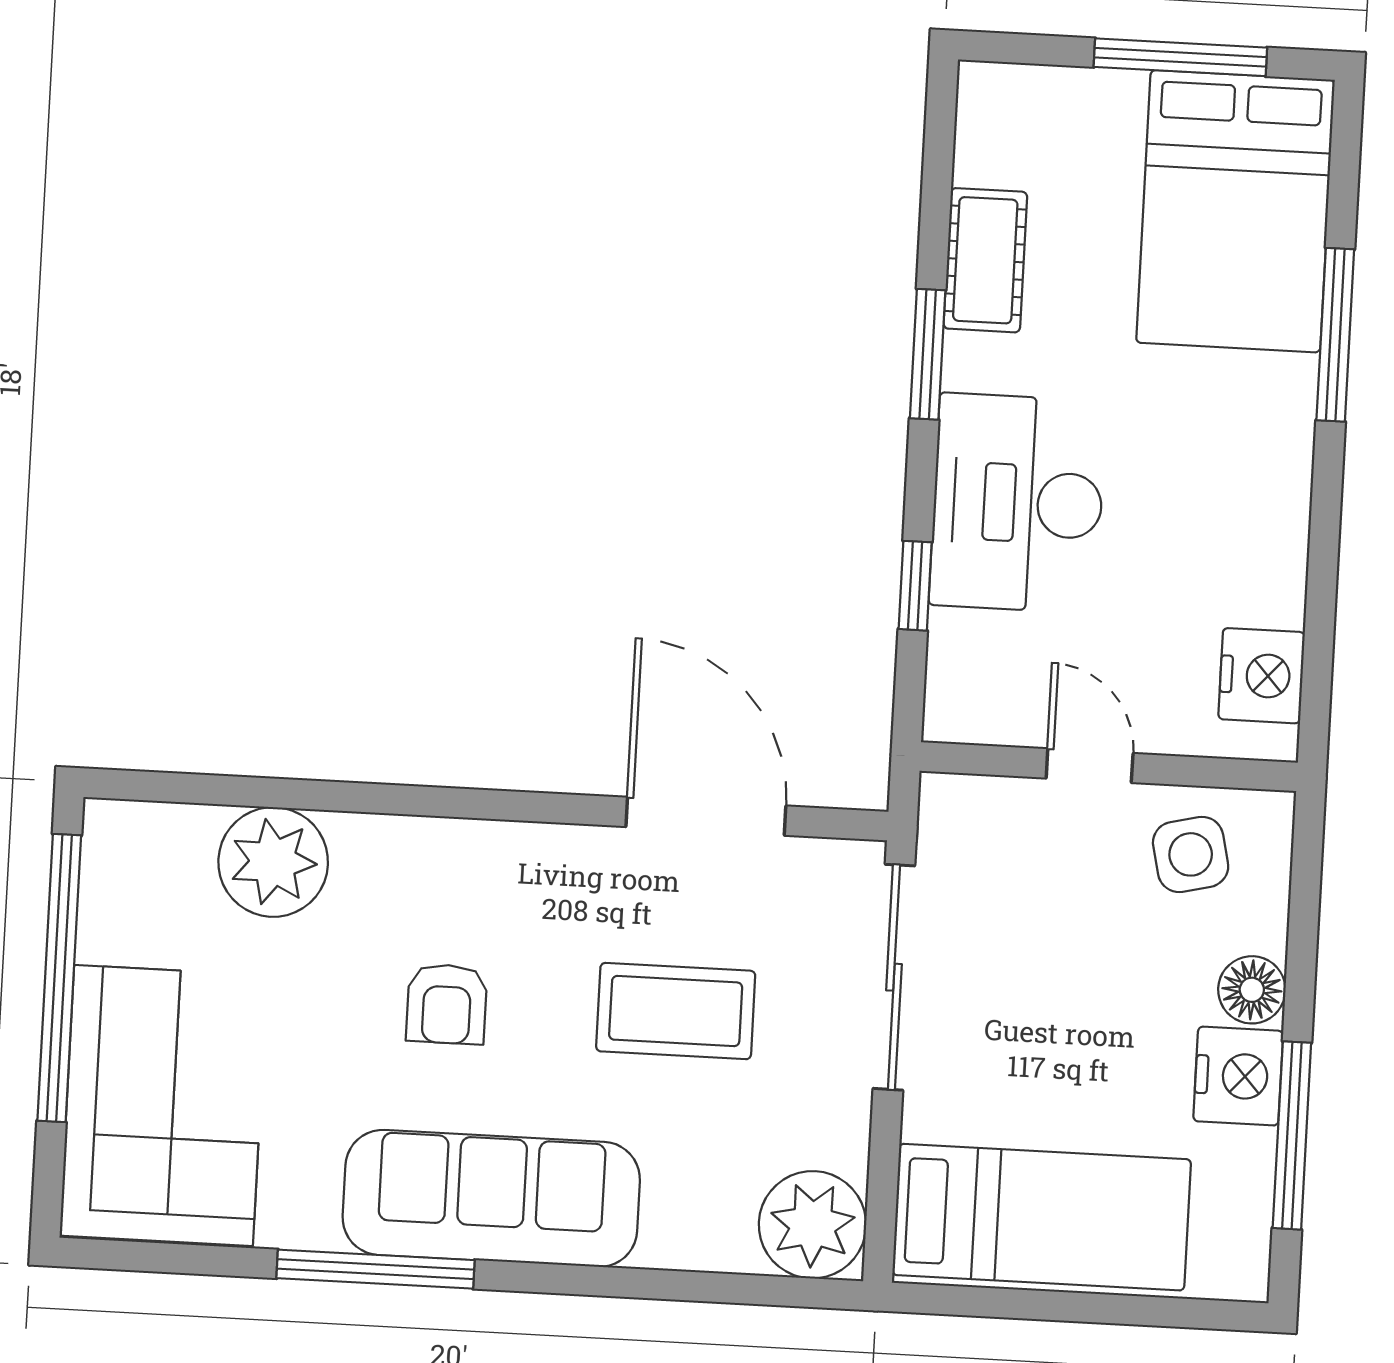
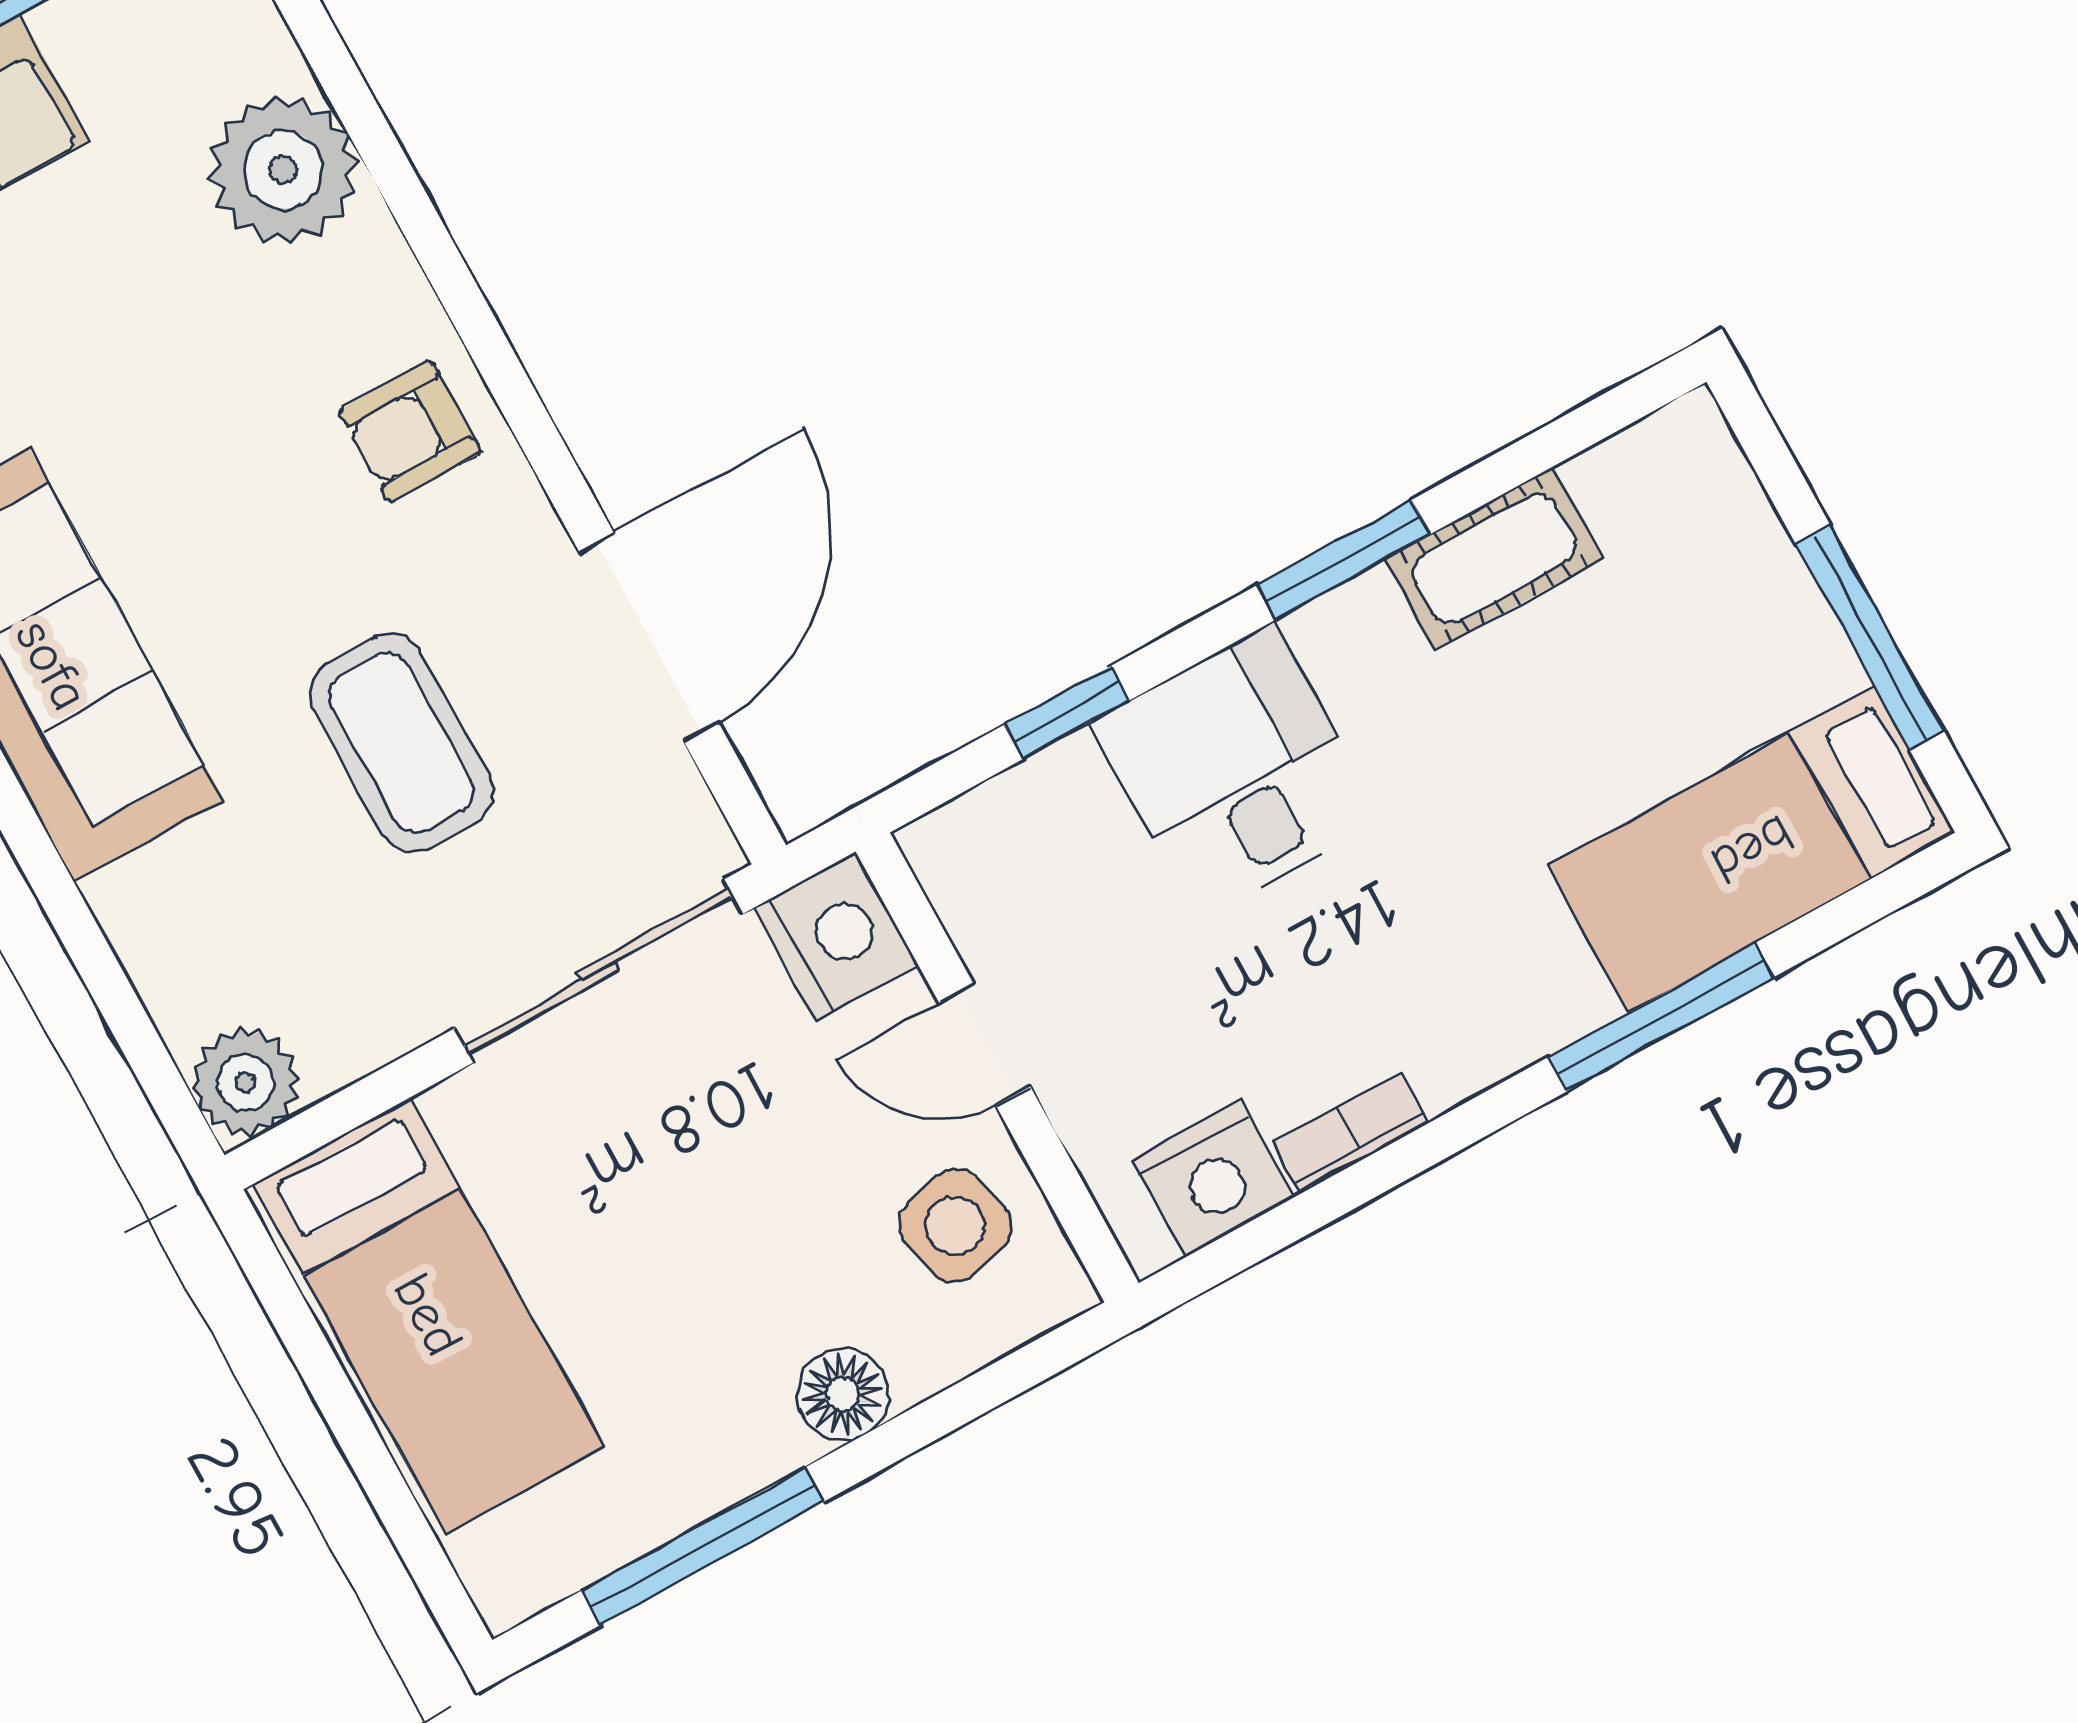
bed: (1235, 211) -> (1752, 849), width x0.67
desk: (1018, 503) -> (1236, 771), width x0.73
bookcase: (1287, 572) -> (1351, 1133), added
door: (1090, 766) -> (985, 1044), swing flipped
armchair: (447, 1004) -> (410, 431), moved
nightstand: (1238, 1076) -> (836, 936), moved, turned -90
plant: (812, 1225) -> (246, 1082), width x0.73, depth x0.73

